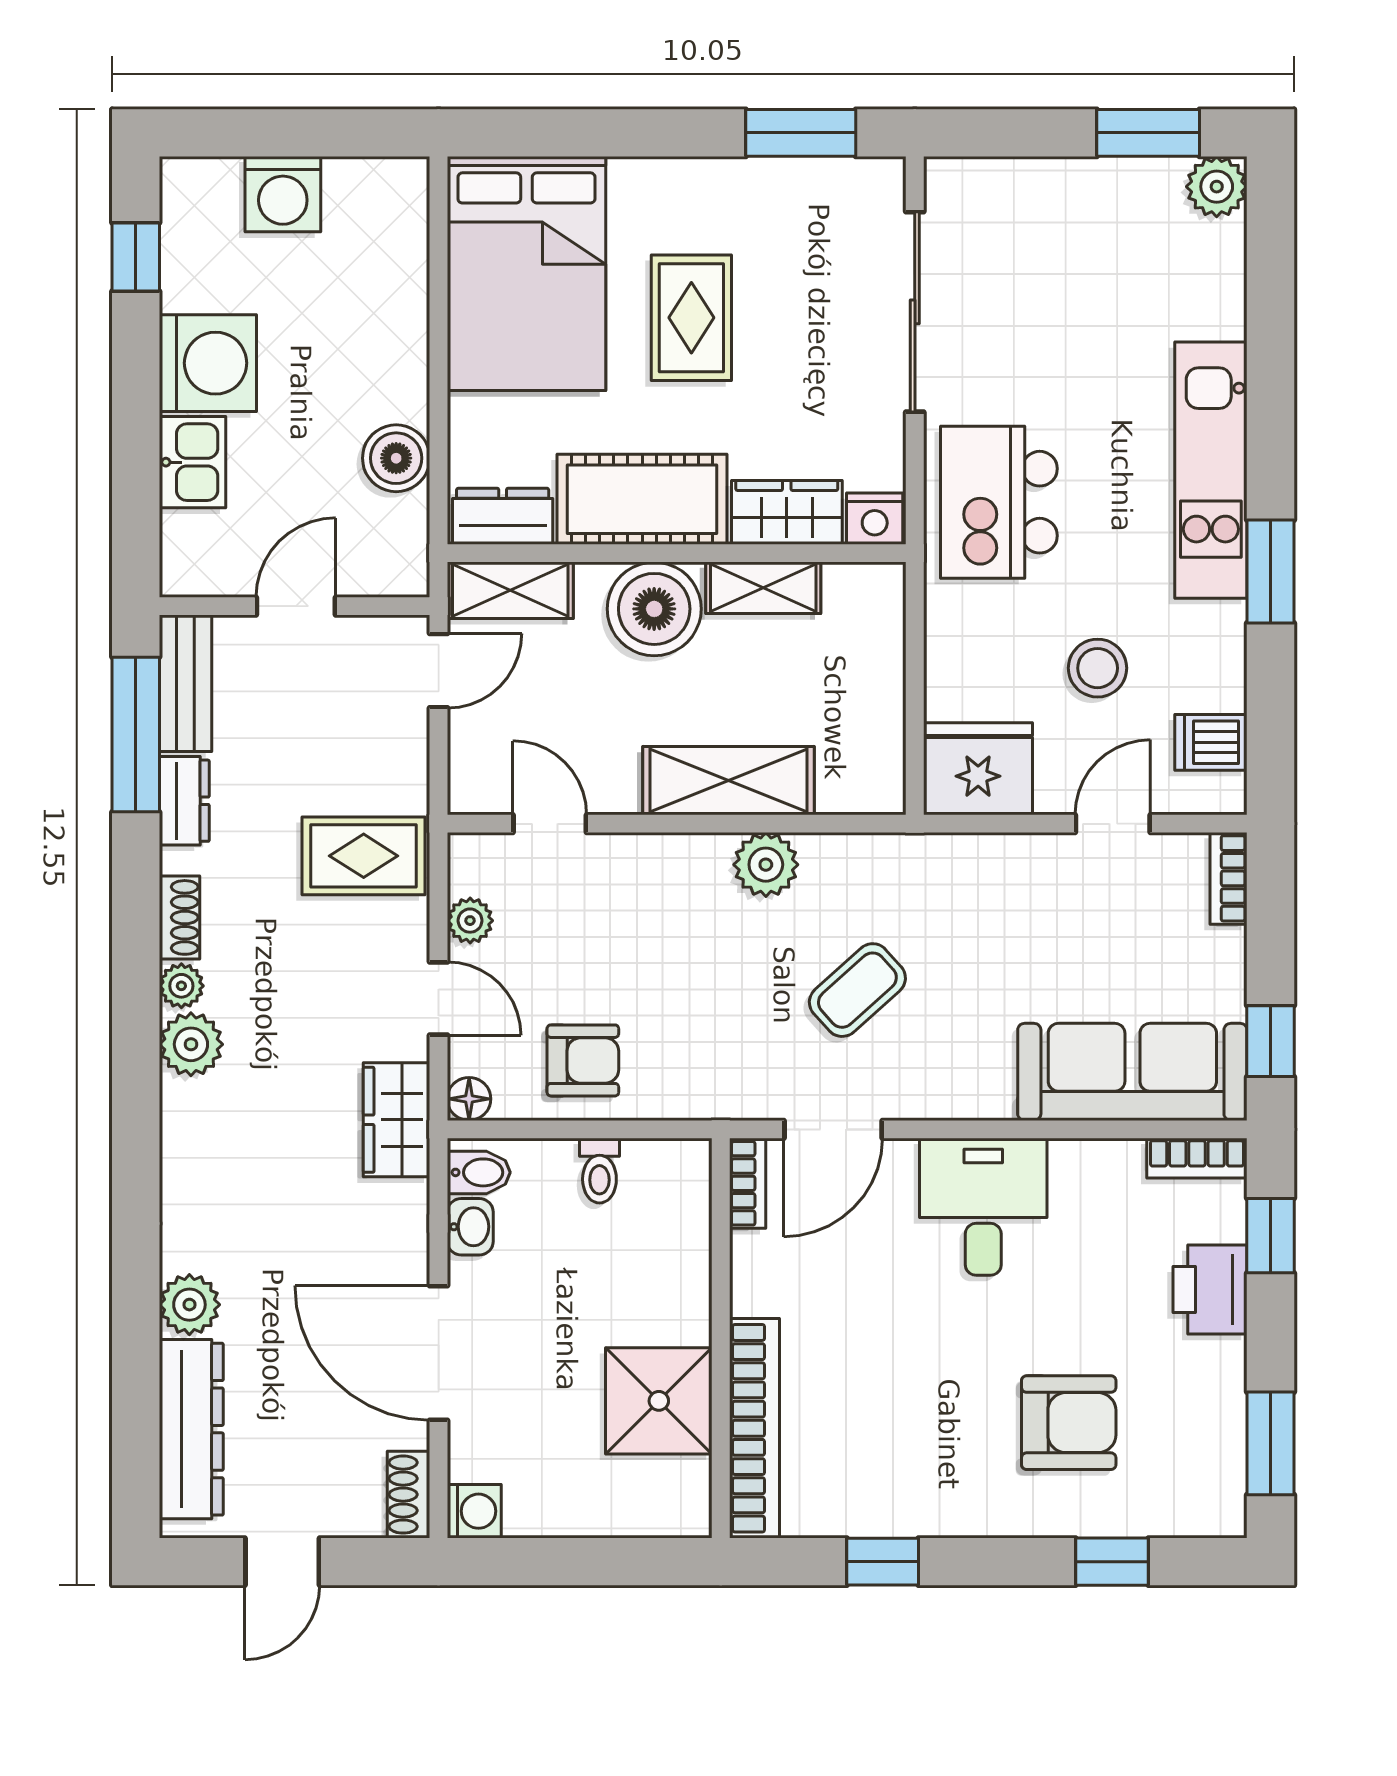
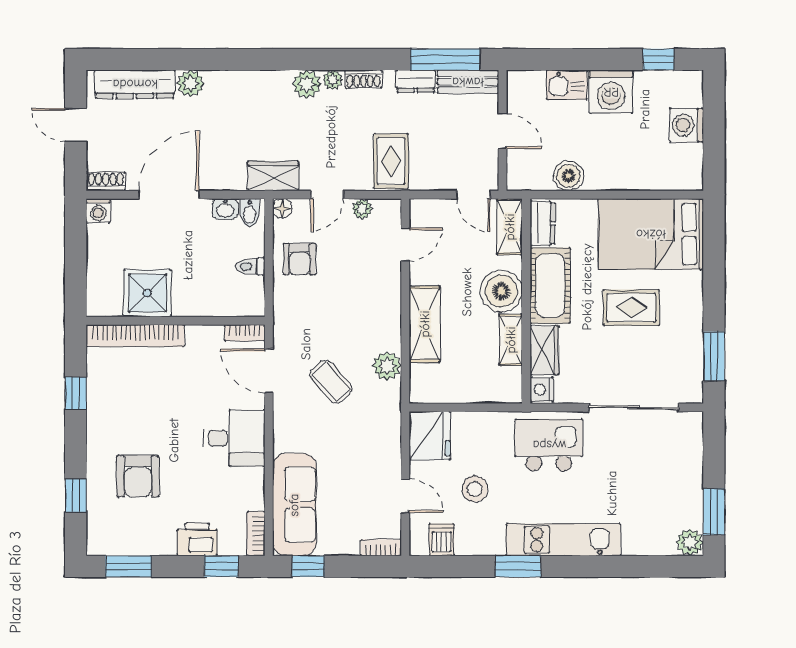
plant: (766, 865) -> (387, 366), moved

